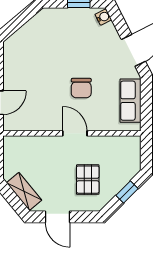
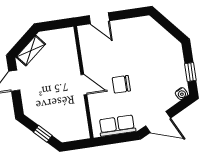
door: (75, 133) -> (84, 85), hinge flipped
pallet: (88, 180) -> (48, 101), removed

